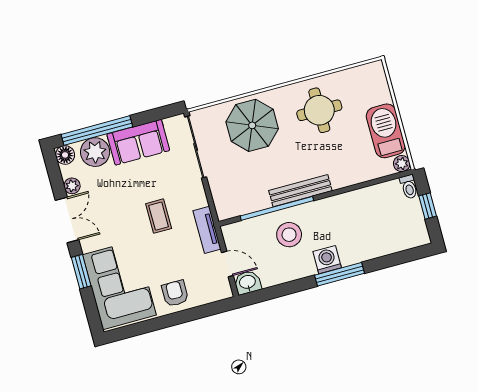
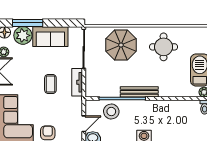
window: (97, 131) -> (28, 23), width x0.68
tv unit: (207, 230) -> (77, 82), moved
stool: (289, 235) -> (111, 111), moved
door: (227, 264) -> (84, 124), hinge flipped

